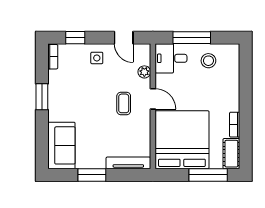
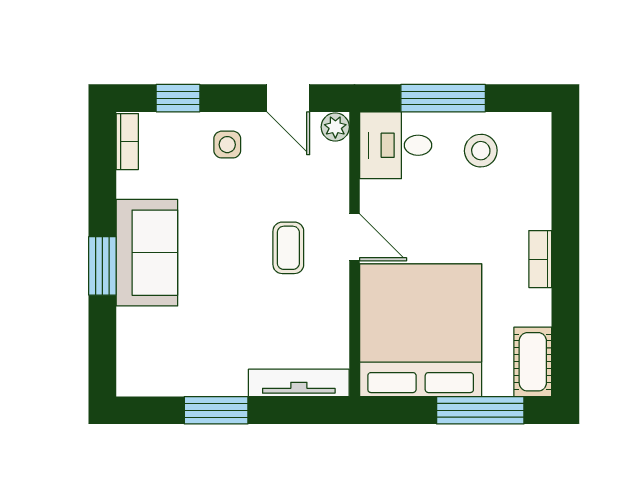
plant: (144, 72) -> (335, 127), moved
window: (42, 97) -> (102, 266), moved
bookcase: (235, 125) -> (540, 259), moved
sofa: (61, 145) -> (147, 253), moved

